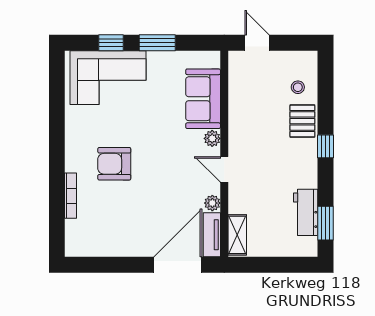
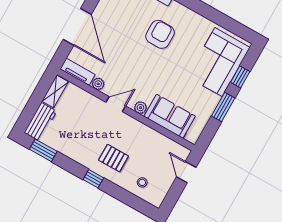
door: (257, 43) -> (186, 172), swing flipped
pallet: (302, 121) -> (114, 158), moved
workbench: (306, 212) -> (40, 122), moved, turned 90
shelving: (237, 235) -> (55, 92), moved, turned 90
door: (178, 265) -> (77, 27), moved

